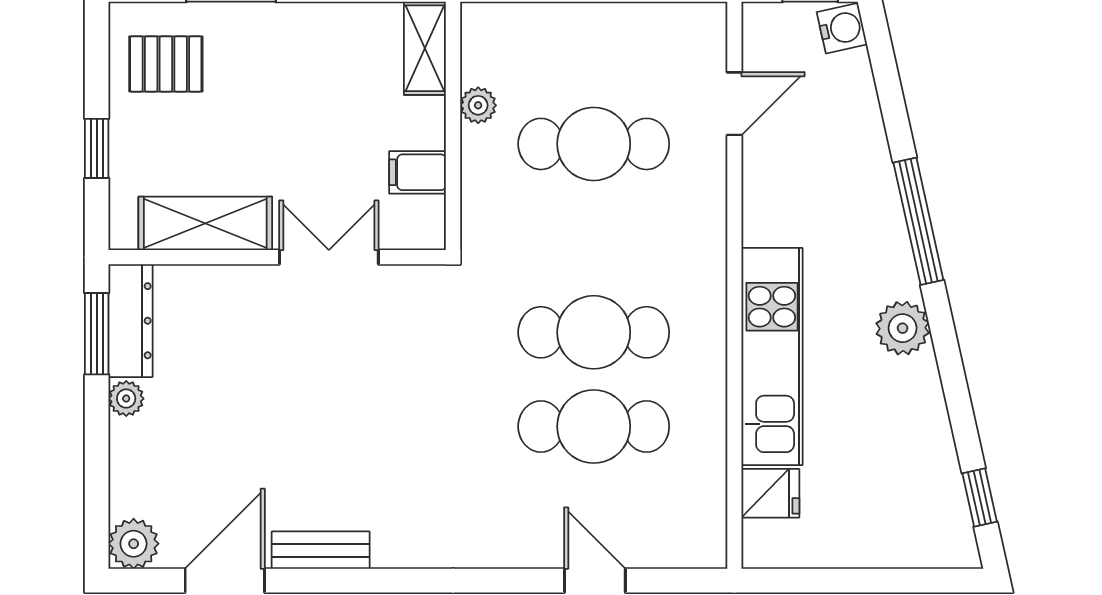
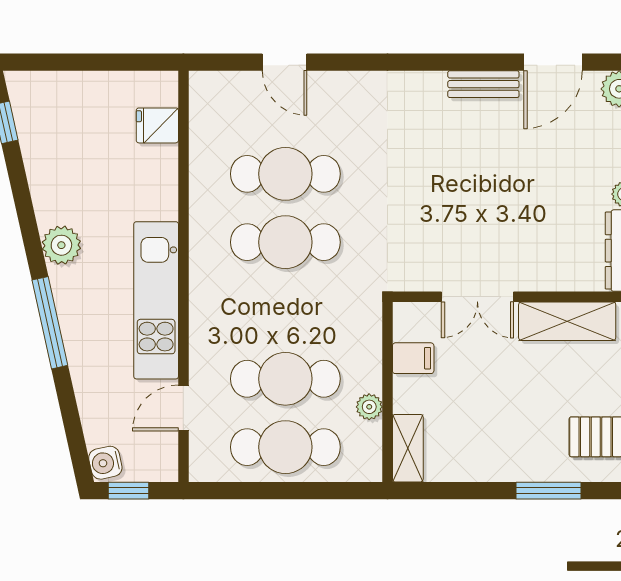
cafe table: (594, 50) -> (285, 447), added
kitchen unit: (772, 357) -> (156, 300), moved

